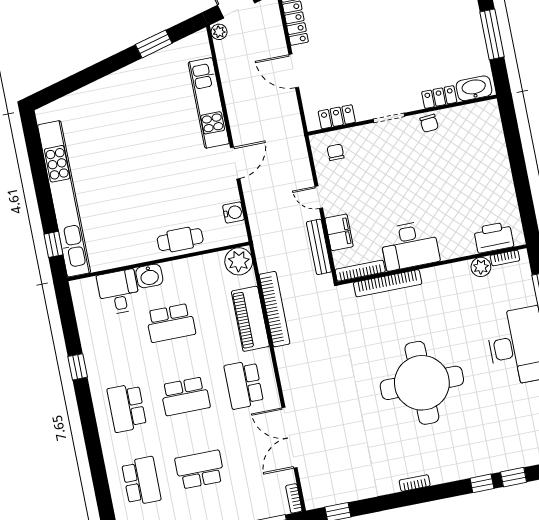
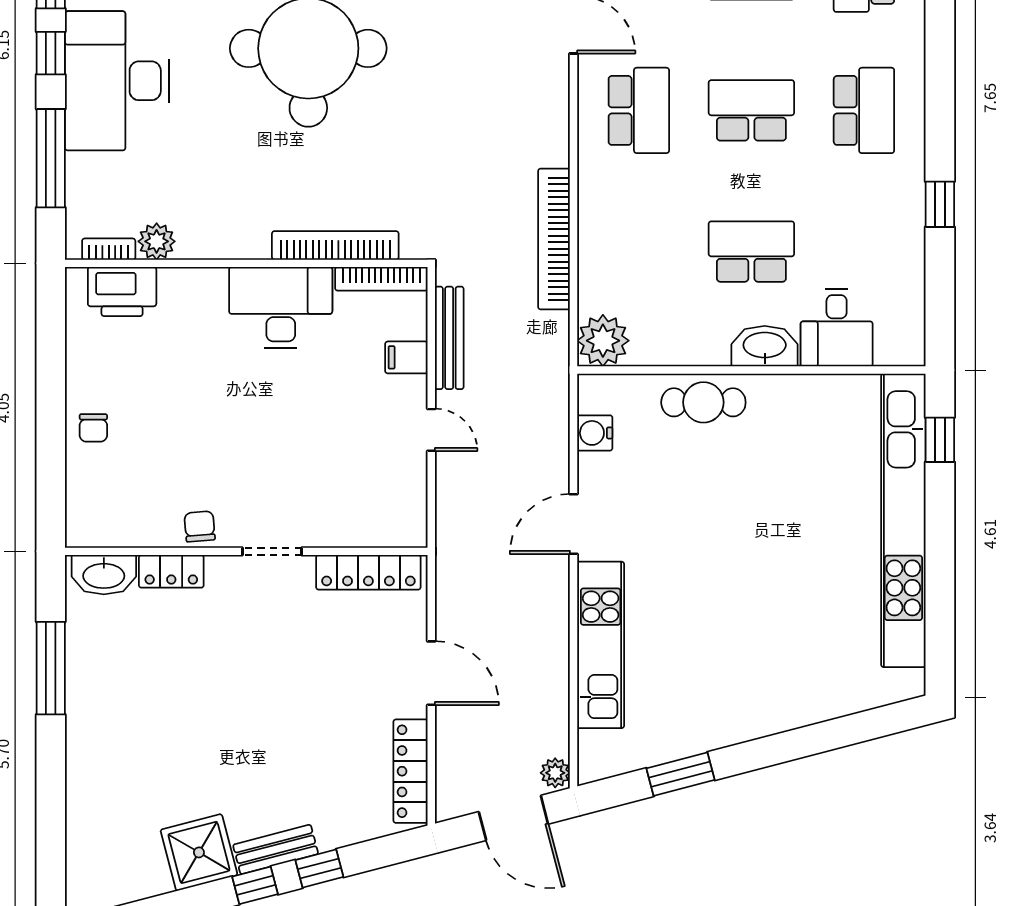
locker: (337, 117) -> (368, 572), width x1.53
chair: (335, 152) -> (93, 428), moved
filing cabinet: (339, 232) -> (406, 357), width x0.50
washbasin: (149, 276) -> (765, 346), width x1.38
piano: (250, 319) -> (602, 230), removed

